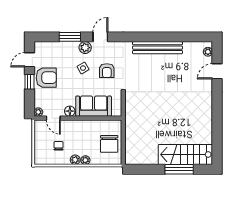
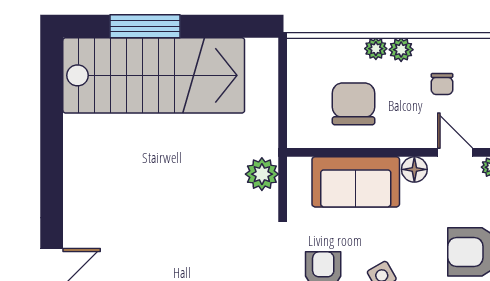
plant: (132, 109) -> (262, 174), added
chair: (109, 144) -> (353, 104), moved
stairs: (185, 154) -> (154, 75), width x1.36, depth x1.51

